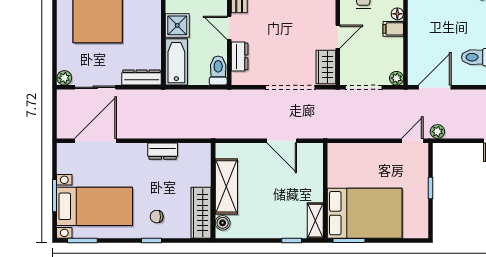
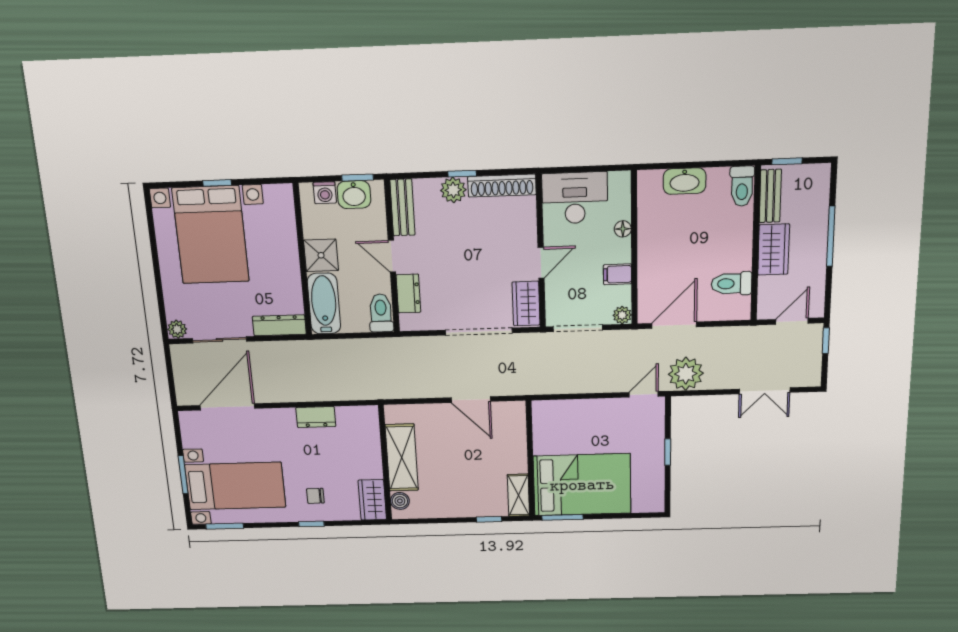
filing cabinet: (393, 29) -> (617, 274), moved
plant: (437, 132) -> (686, 374), width x1.88, depth x1.88
wardrobe: (201, 213) -> (372, 500), width x0.67

